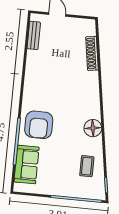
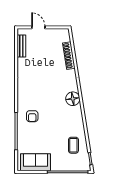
armchair: (39, 125) -> (32, 116), width x0.53, depth x0.53
floor lamp: (93, 128) -> (73, 99), moved
sofa: (27, 165) -> (35, 162), moved, turned -90

